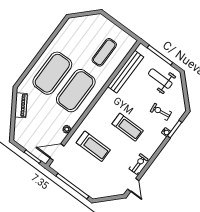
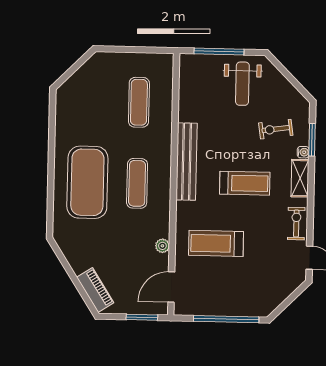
bench: (126, 72) -> (187, 162), moved
weight bench: (160, 79) -> (242, 84), turned -90
exercise mat: (76, 91) -> (137, 183), width x0.50, depth x0.69
piano: (21, 105) -> (95, 290), moved
shelving: (156, 144) -> (300, 178), added
treadmill: (93, 146) -> (216, 243), turned 180

